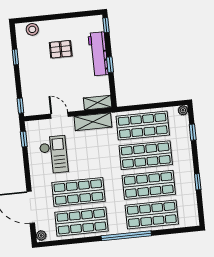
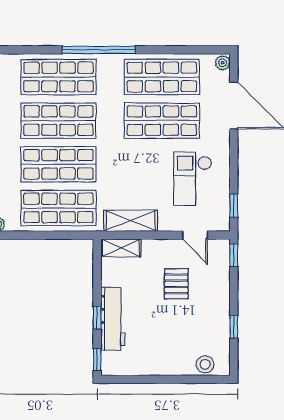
pallet: (61, 49) -> (176, 284), moved, turned 90
window: (110, 65) -> (97, 318), moved
door: (59, 115) -> (195, 235), moved

